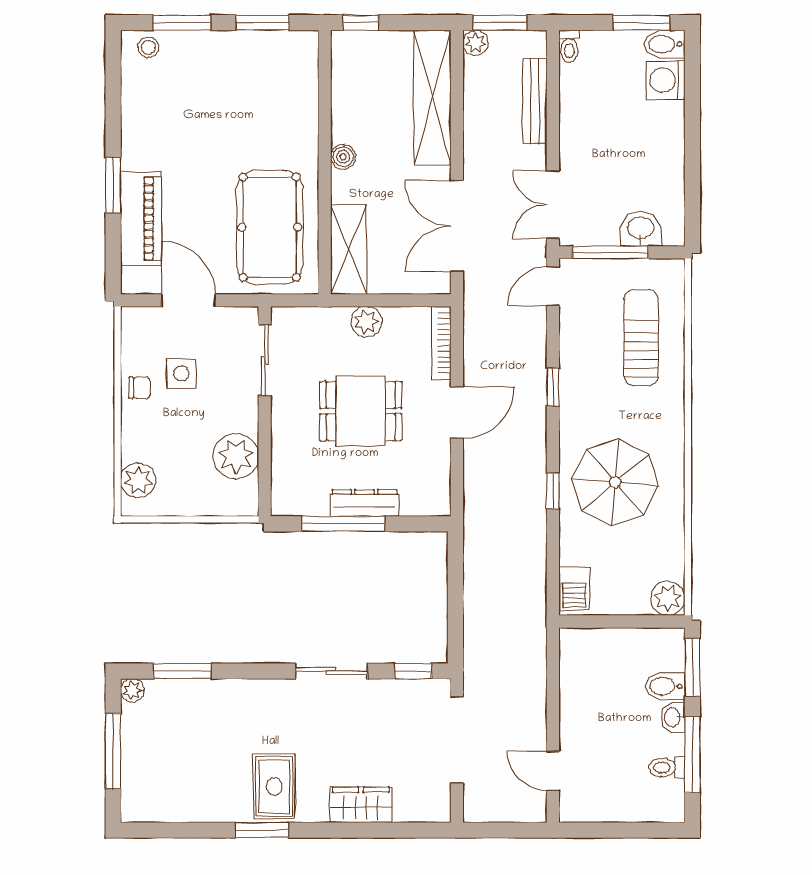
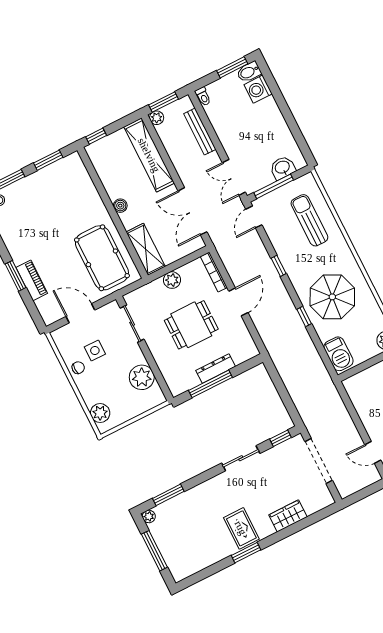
piano: (141, 219) -> (32, 280), width x0.73, depth x0.75
barbecue: (574, 589) -> (339, 354), width x1.38, depth x1.27

